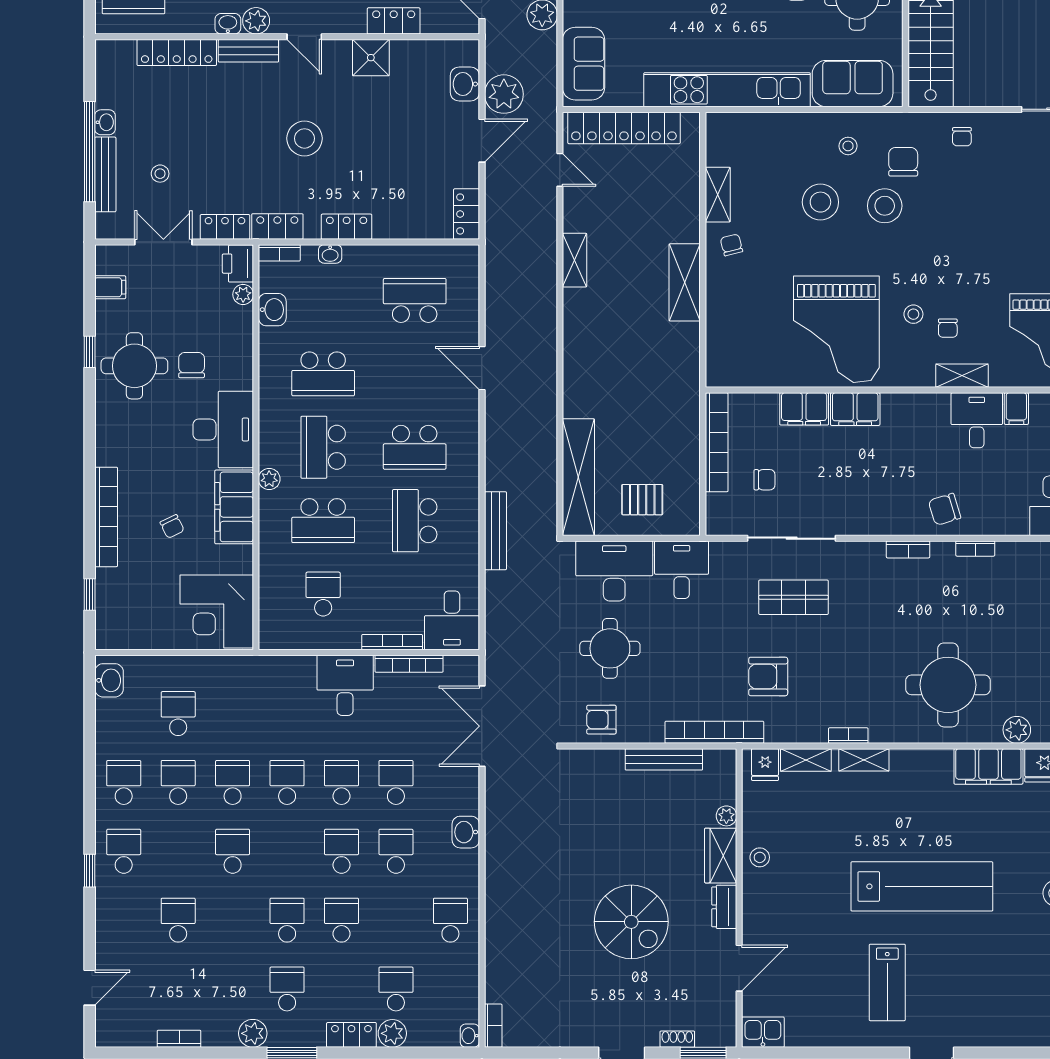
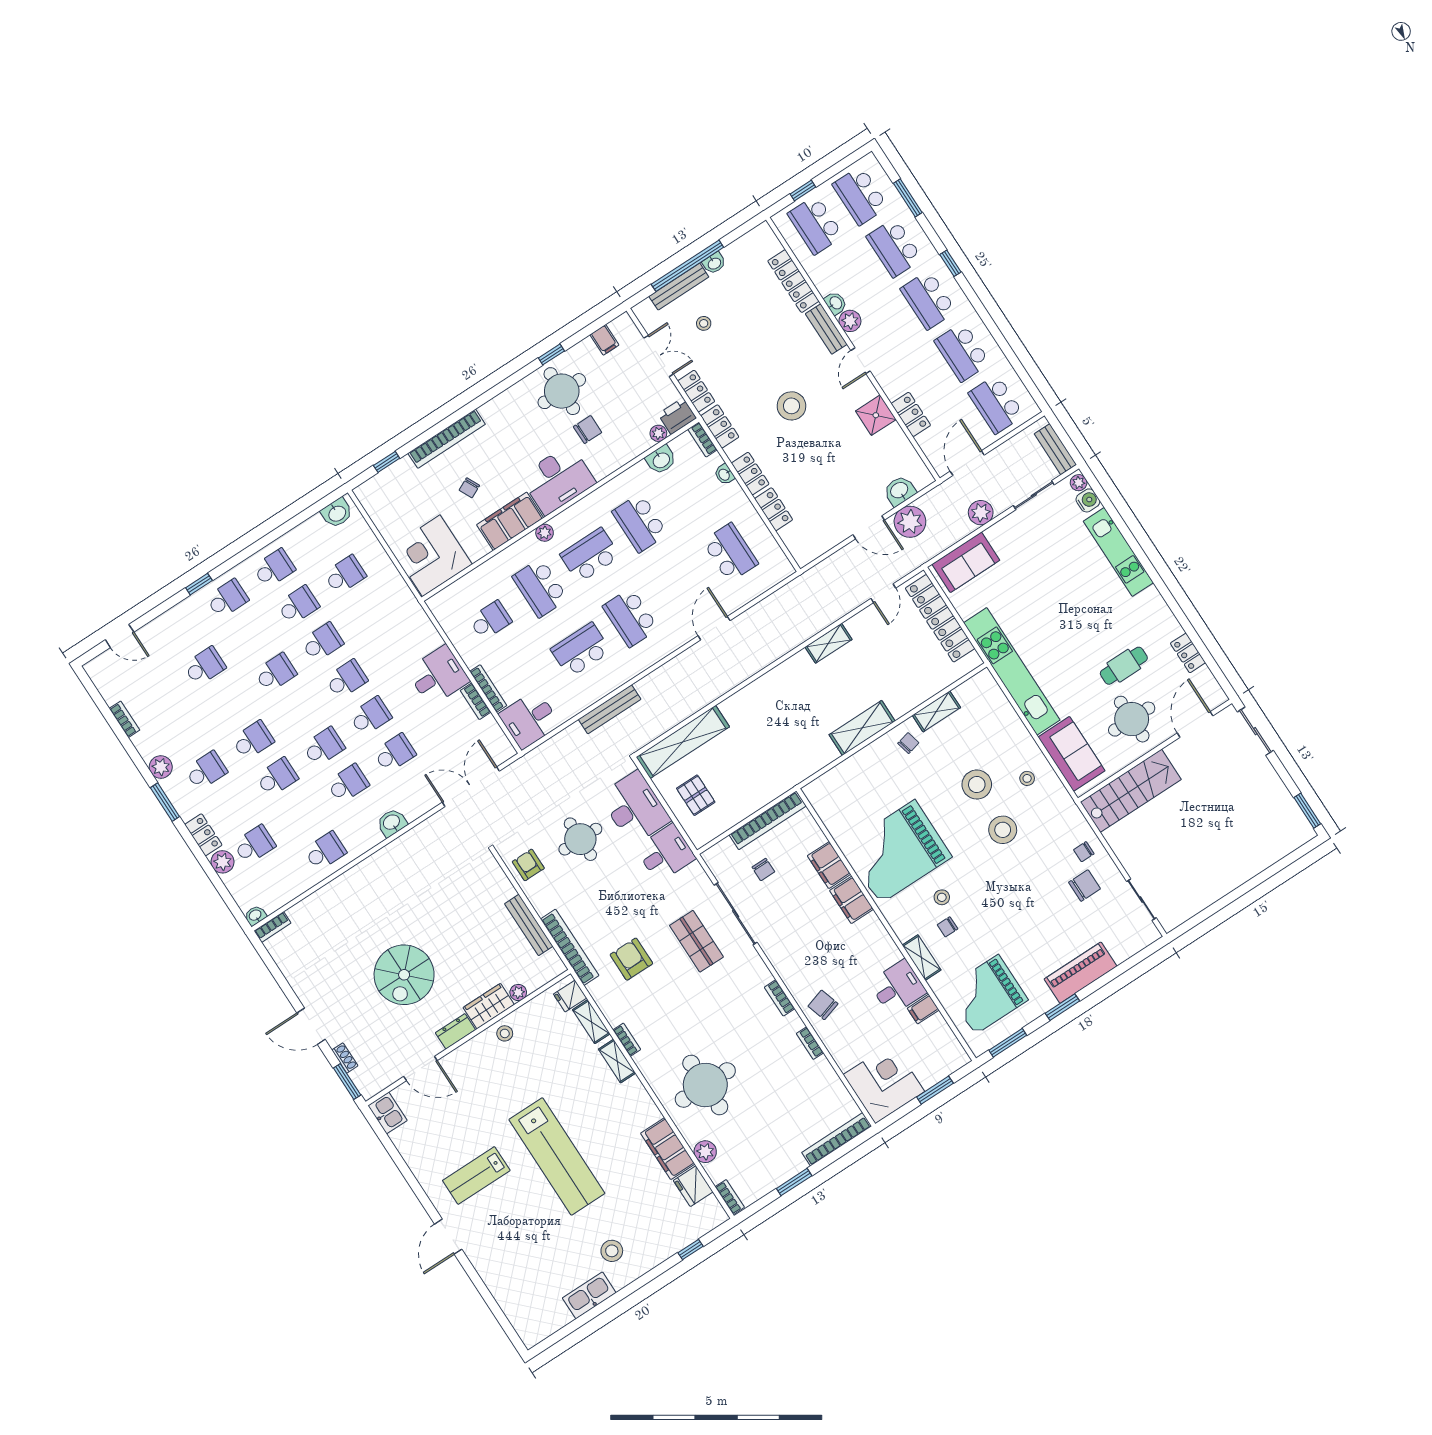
chair: (903, 162) -> (1084, 886), moved
locker: (466, 214) -> (774, 509), moved, turned 90
bookcase: (409, 664) -> (476, 701), width x0.64

